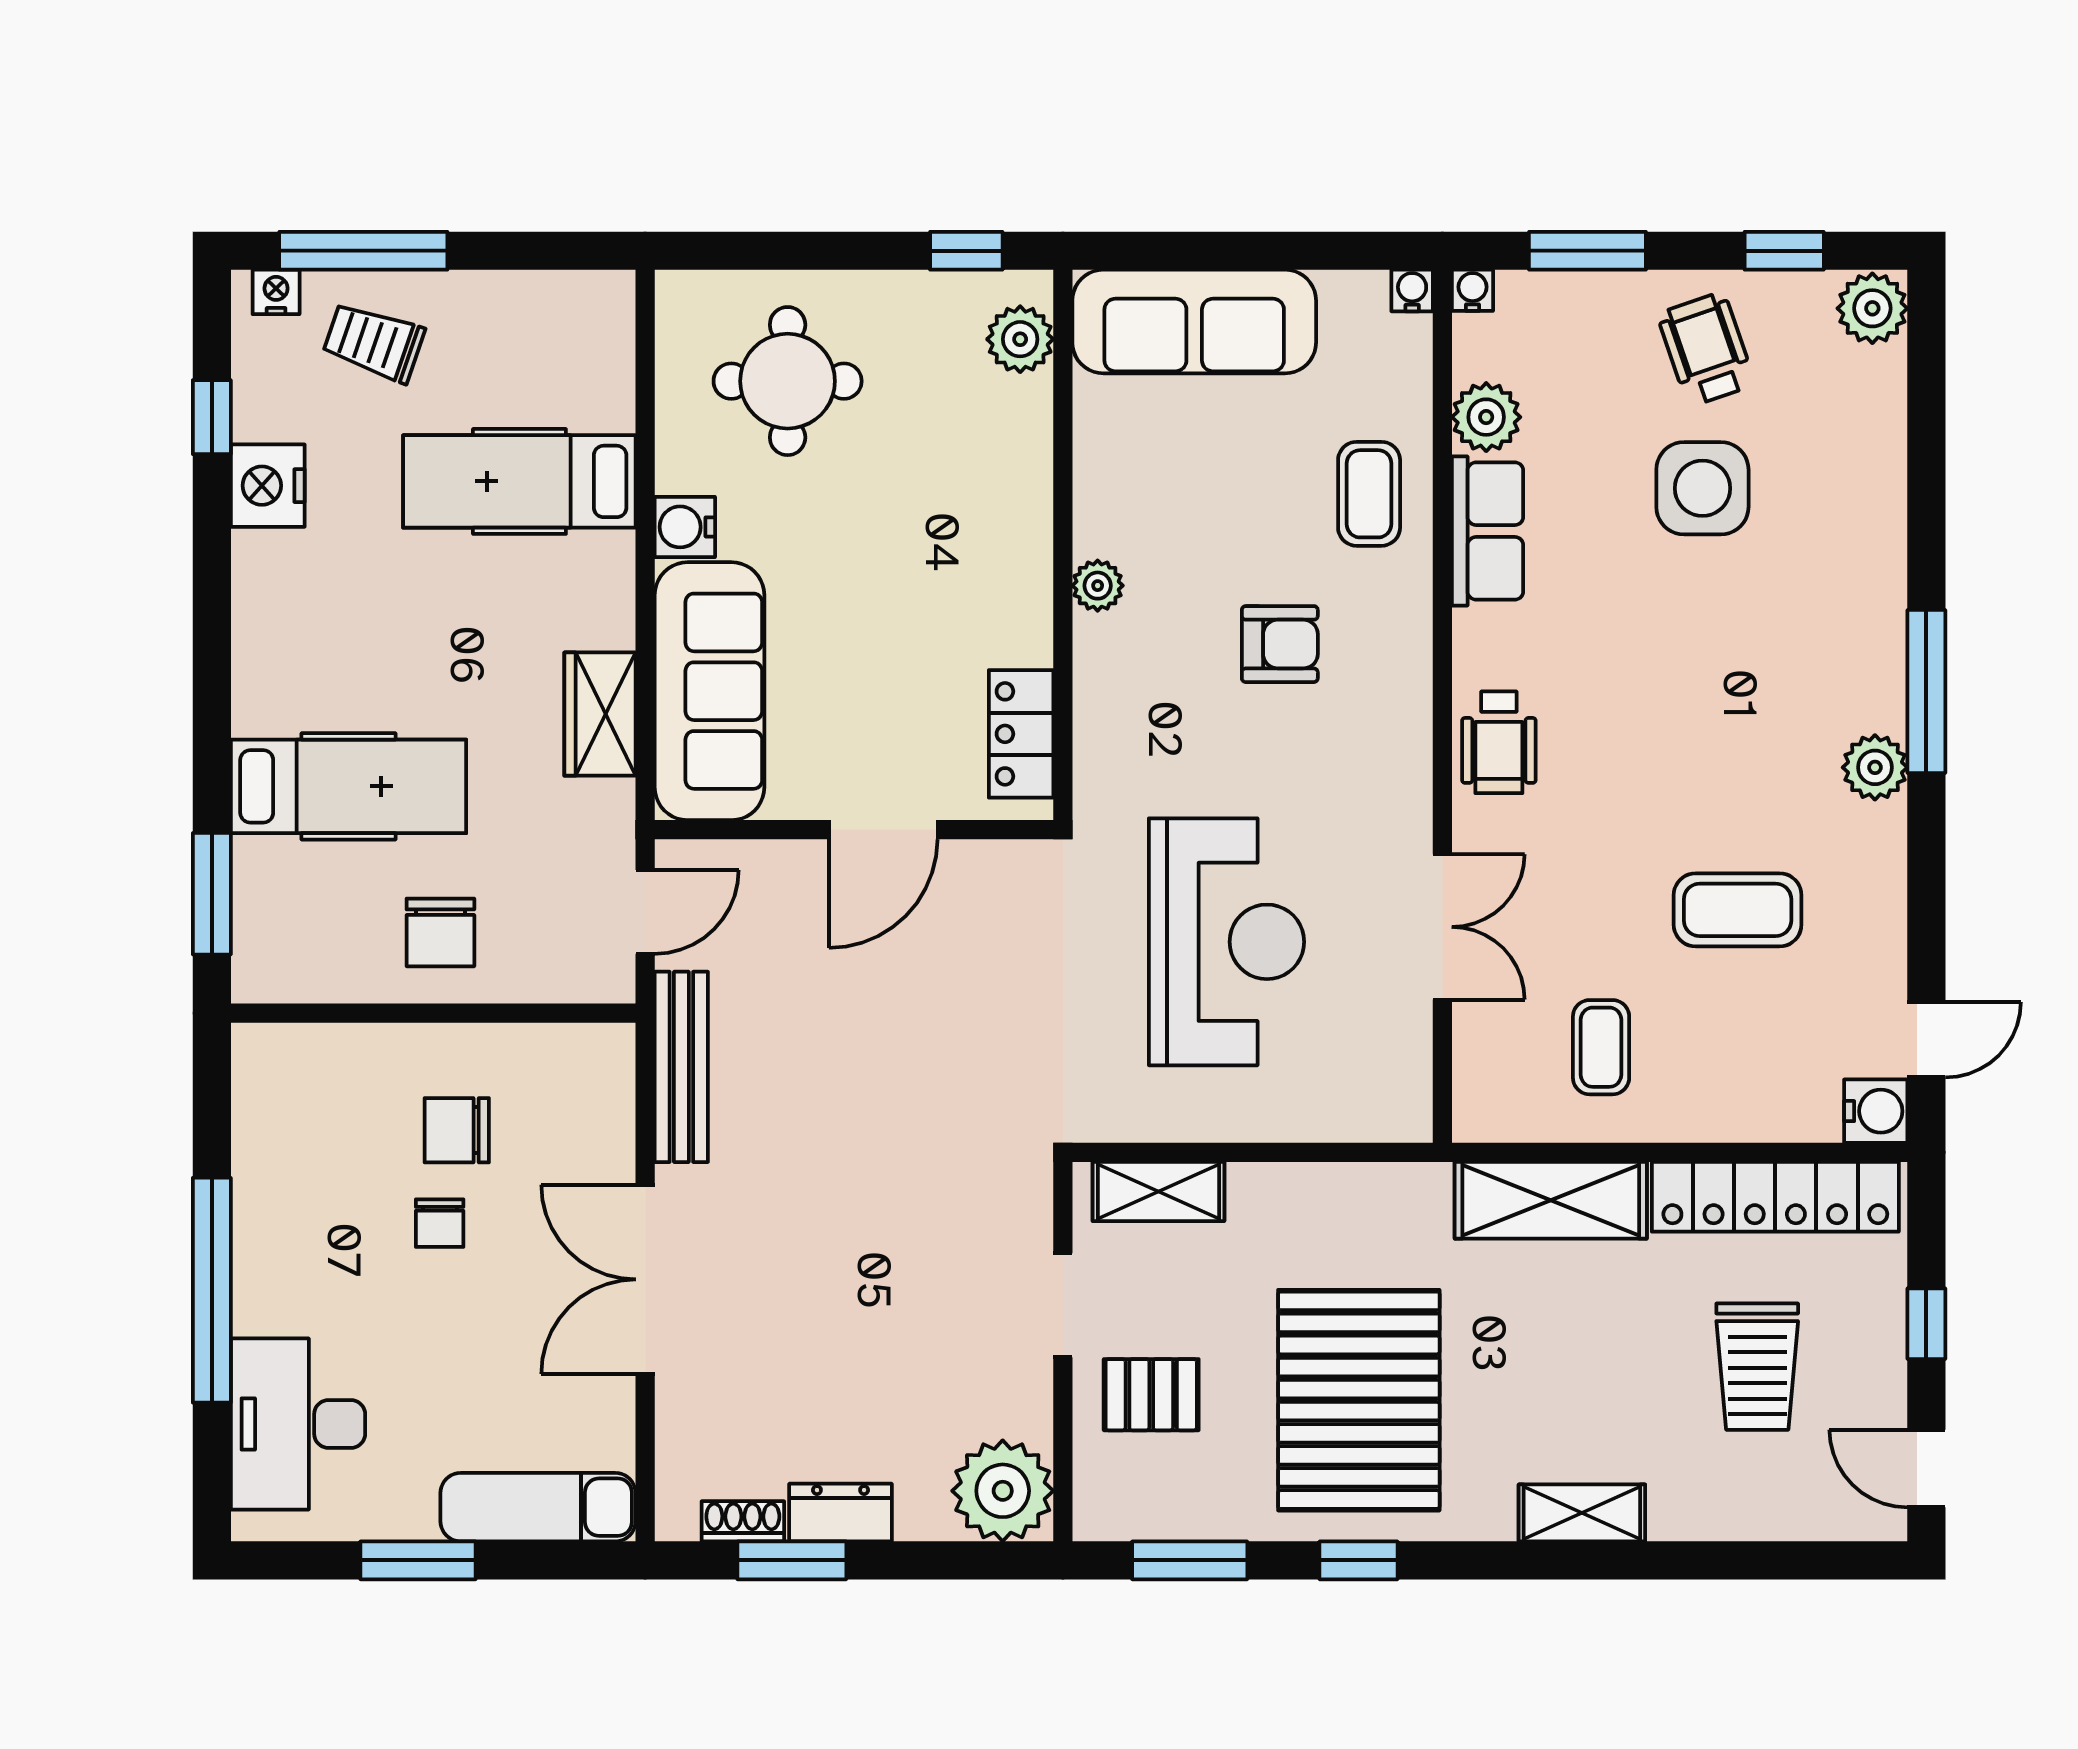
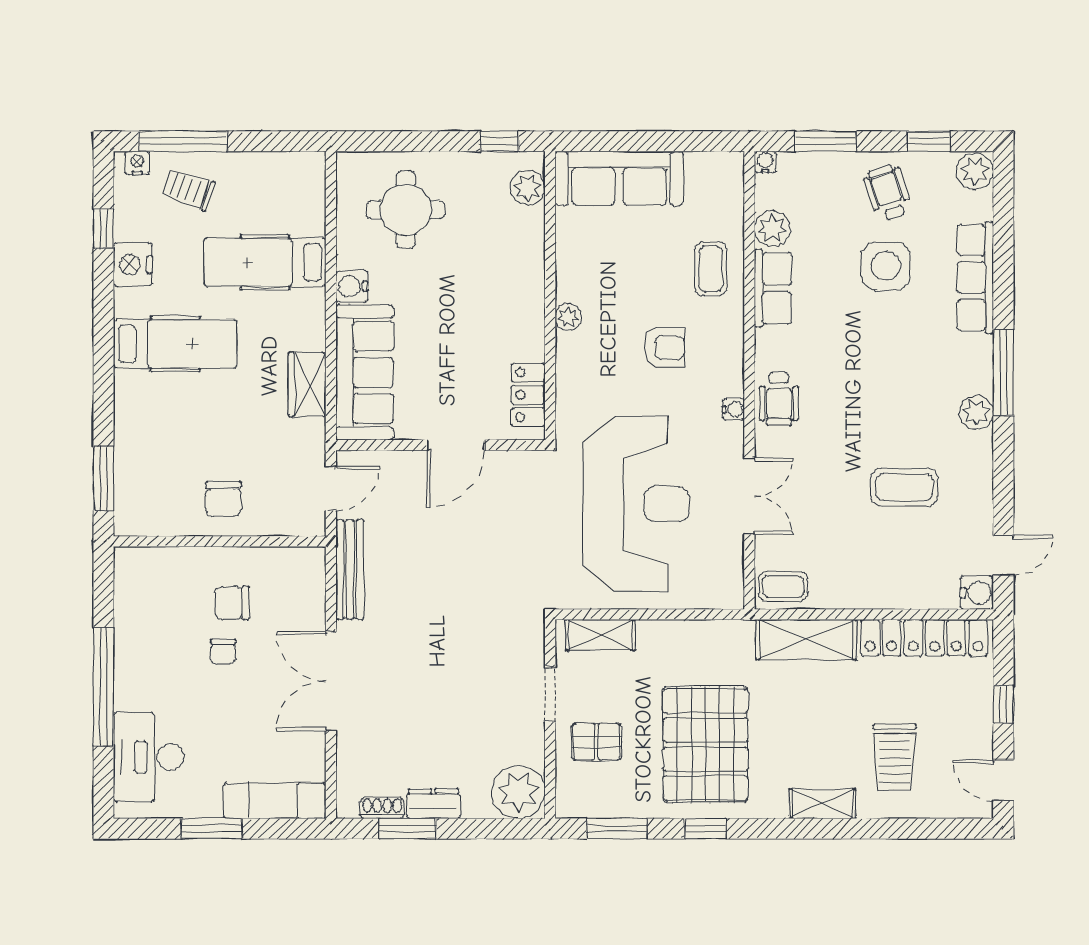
water cooler: (1412, 290) -> (733, 409), moved, turned 90
row of seats: (1873, 510) -> (975, 278), added
hospital bed: (349, 786) -> (175, 344), moved
reception desk: (1226, 942) -> (636, 504), width x1.36, depth x1.30
coffee table: (1601, 1047) -> (783, 586), moved, turned 90
trolley: (1757, 1367) -> (895, 757), moved

